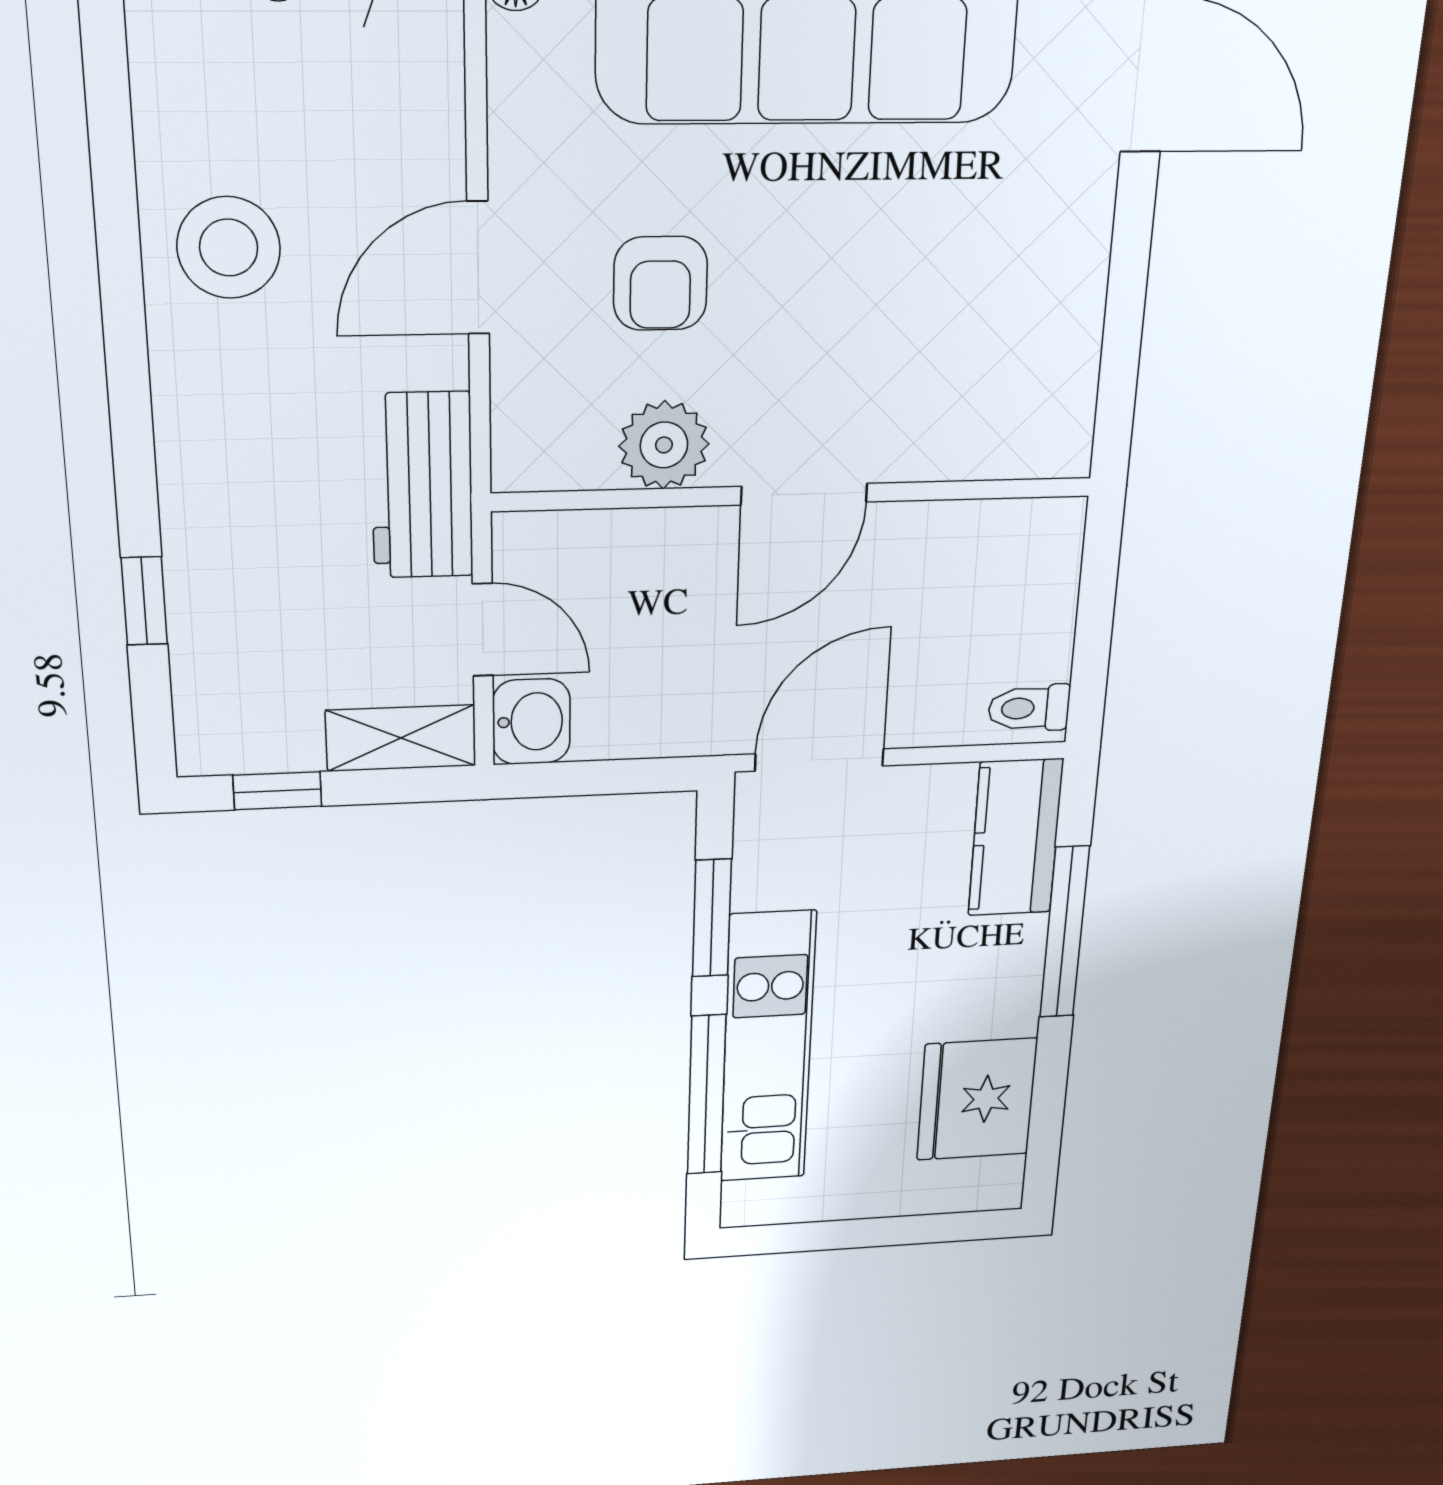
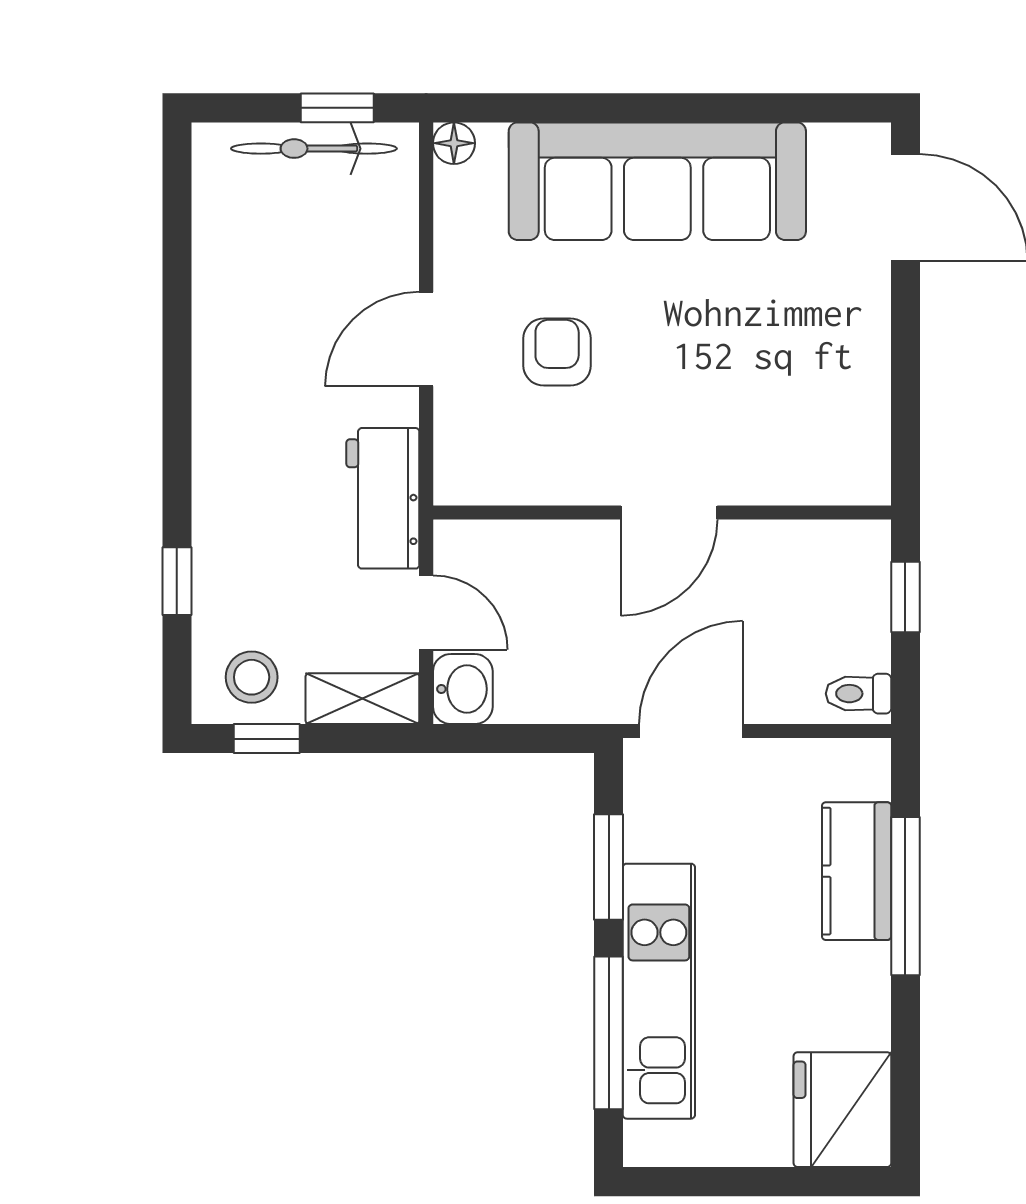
stool: (229, 248) -> (252, 677), moved, width x0.73, depth x0.73
armchair: (660, 283) -> (557, 352), turned 180
plant: (664, 445) -> (562, 472), removed
window: (1098, 591) -> (905, 597), added
kitchen counter: (1016, 838) -> (857, 871), moved
fridge: (977, 1099) -> (842, 1110), moved

